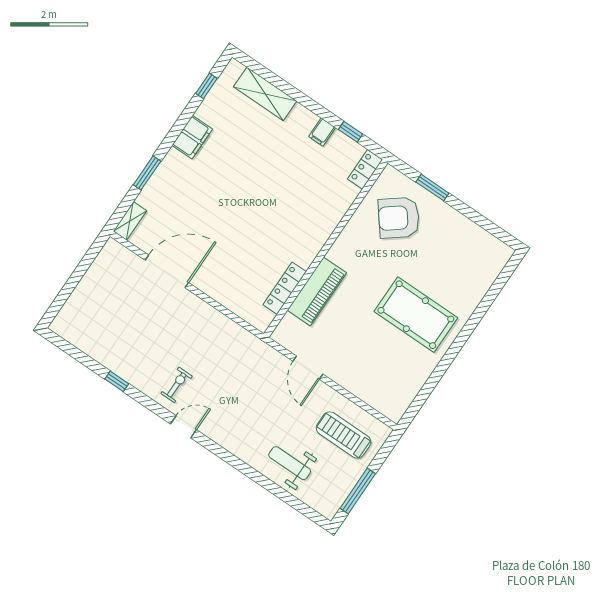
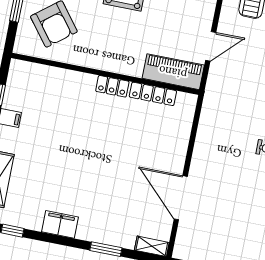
locker: (365, 169) -> (112, 86), moved
piano: (317, 291) -> (173, 72), moved

